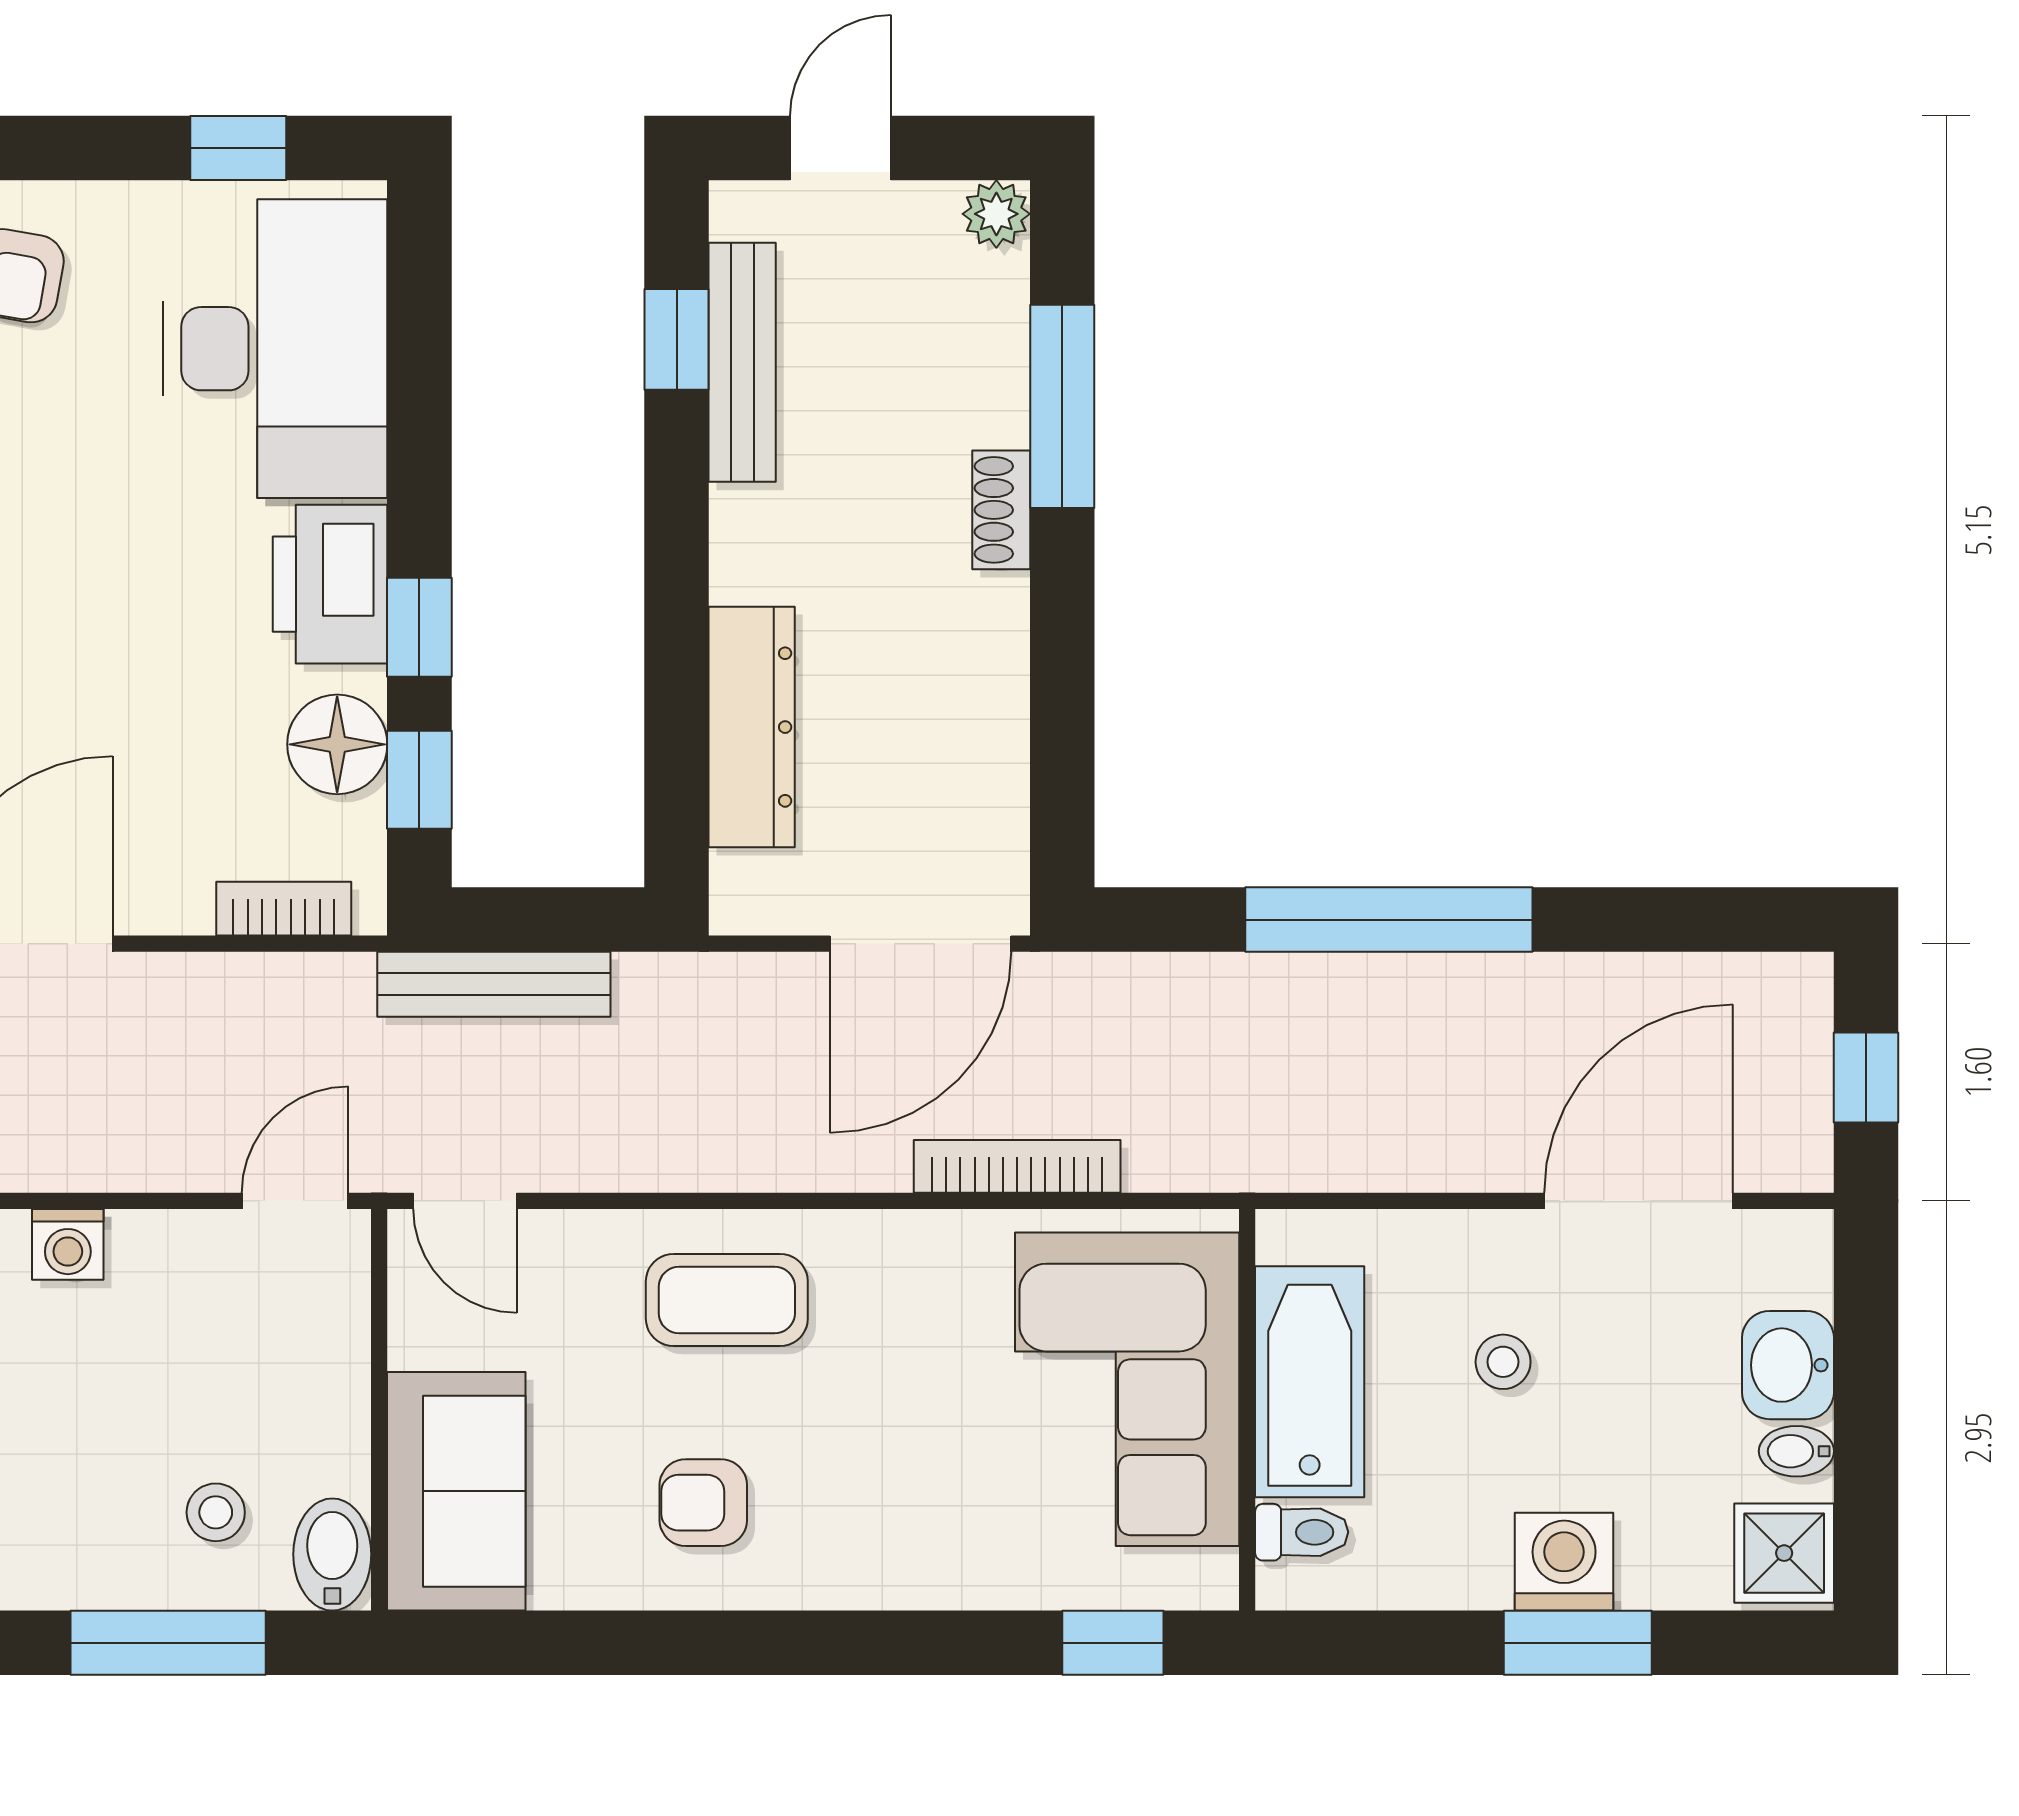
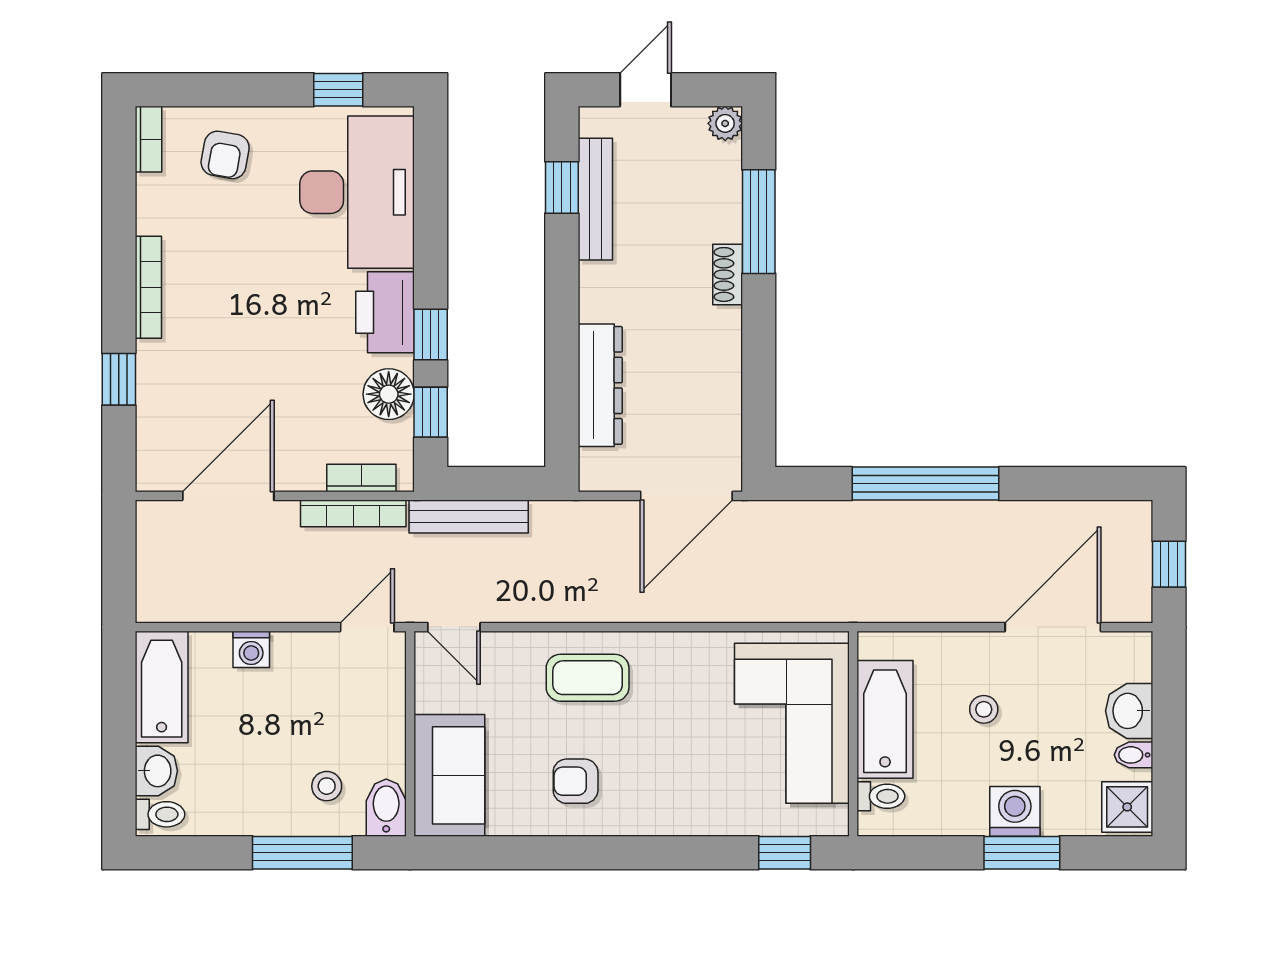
bookcase: (1017, 1166) -> (353, 513), moved, turned 180

